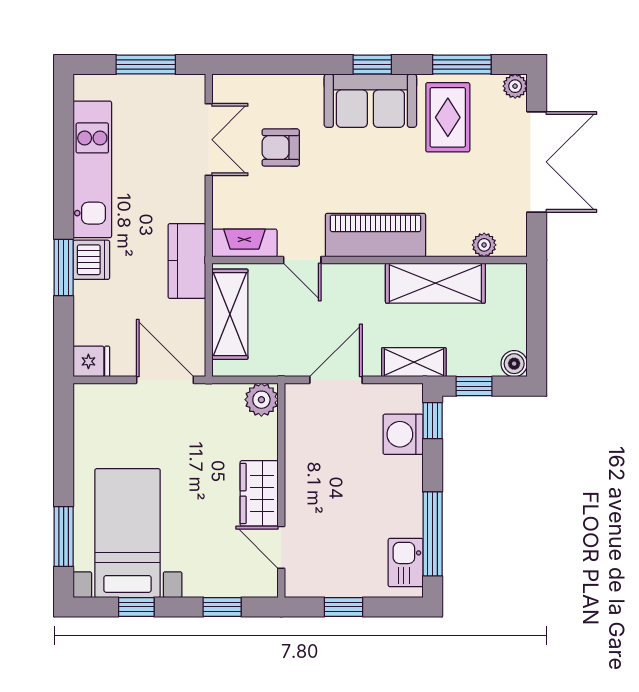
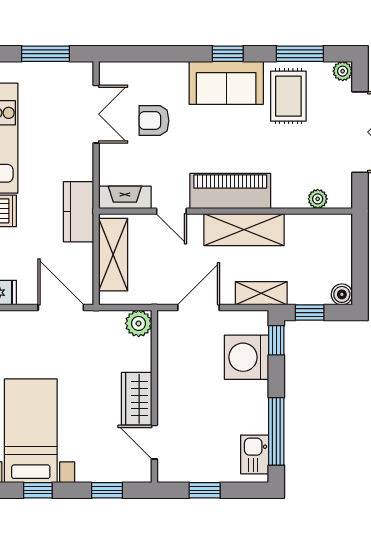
shelving: (435, 283) -> (244, 230), moved
washing machine: (403, 434) -> (247, 357), width x1.37, depth x1.37

